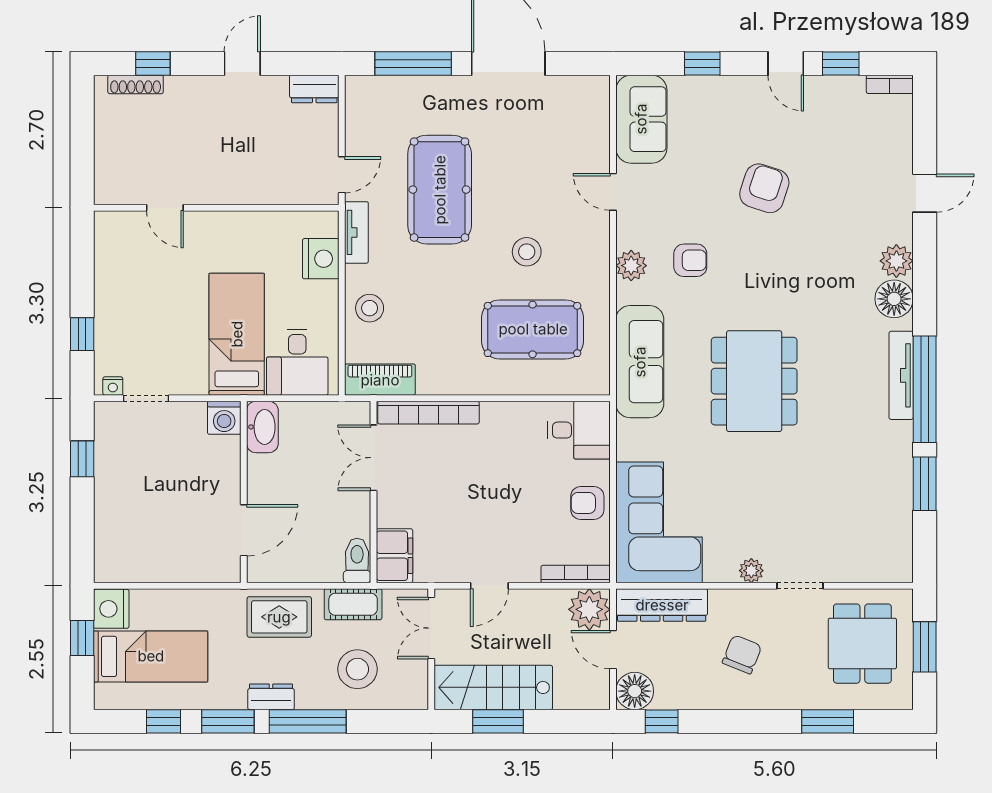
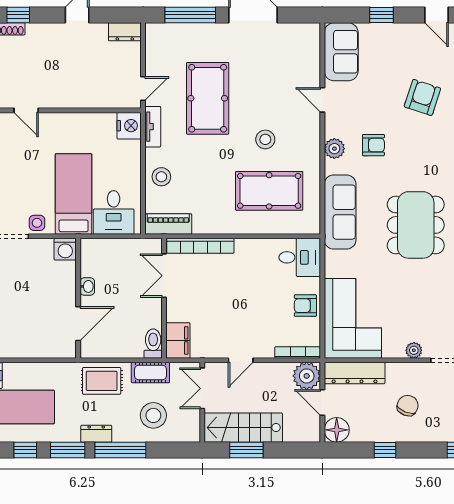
nightstand: (321, 259) -> (129, 126), moved
side table: (181, 378) -> (37, 223), added
washbasin: (262, 427) -> (87, 286), moved, width x0.52, depth x0.69
window: (662, 721) -> (385, 450), moved

